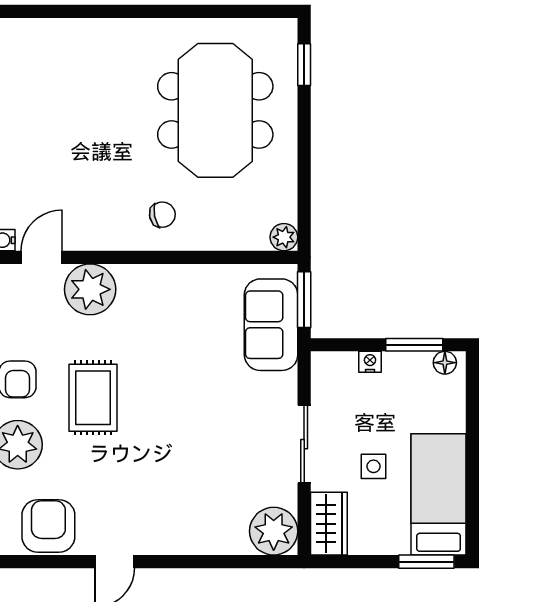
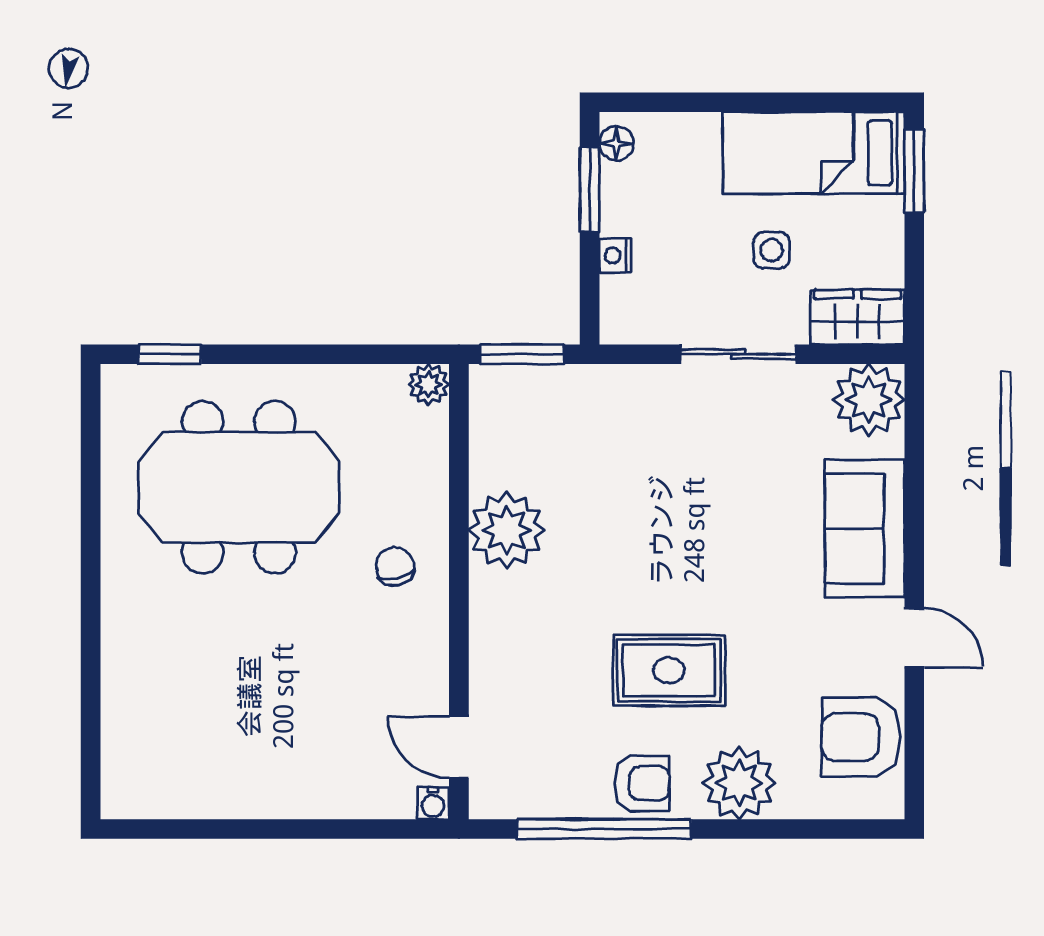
plant: (90, 289) -> (507, 530), moved
sofa: (271, 325) -> (865, 529), moved, turned 90

